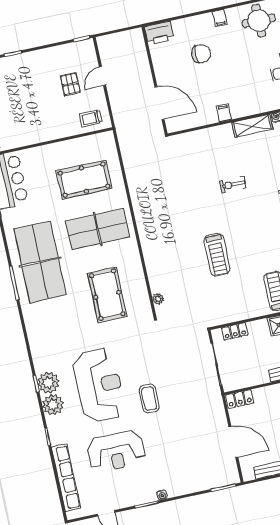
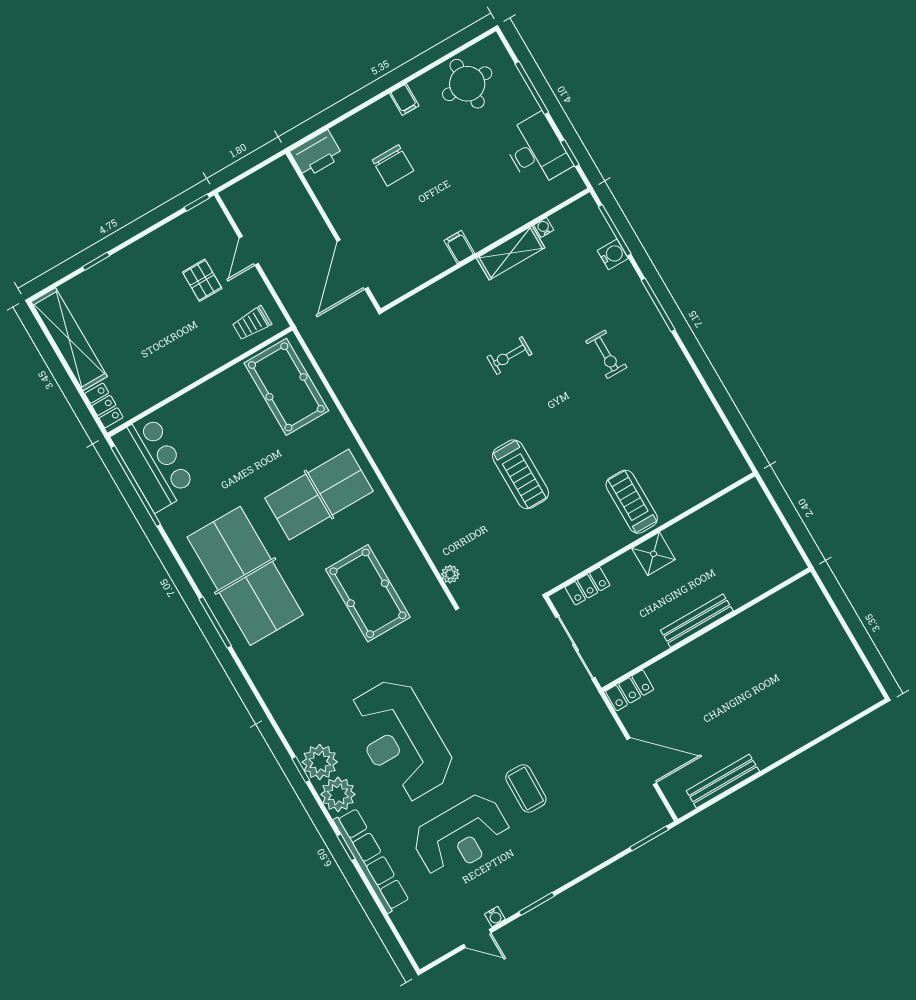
chair: (201, 54) -> (393, 165), turned 90
door: (159, 103) -> (353, 264), swing flipped
pool table: (84, 180) -> (286, 387), moved, turned 90
reception desk: (99, 385) -> (401, 740), turned 180
coffee table: (149, 398) -> (526, 788), moved
row of seats: (66, 478) -> (371, 860), moved
water cooler: (162, 495) -> (495, 917), moved

